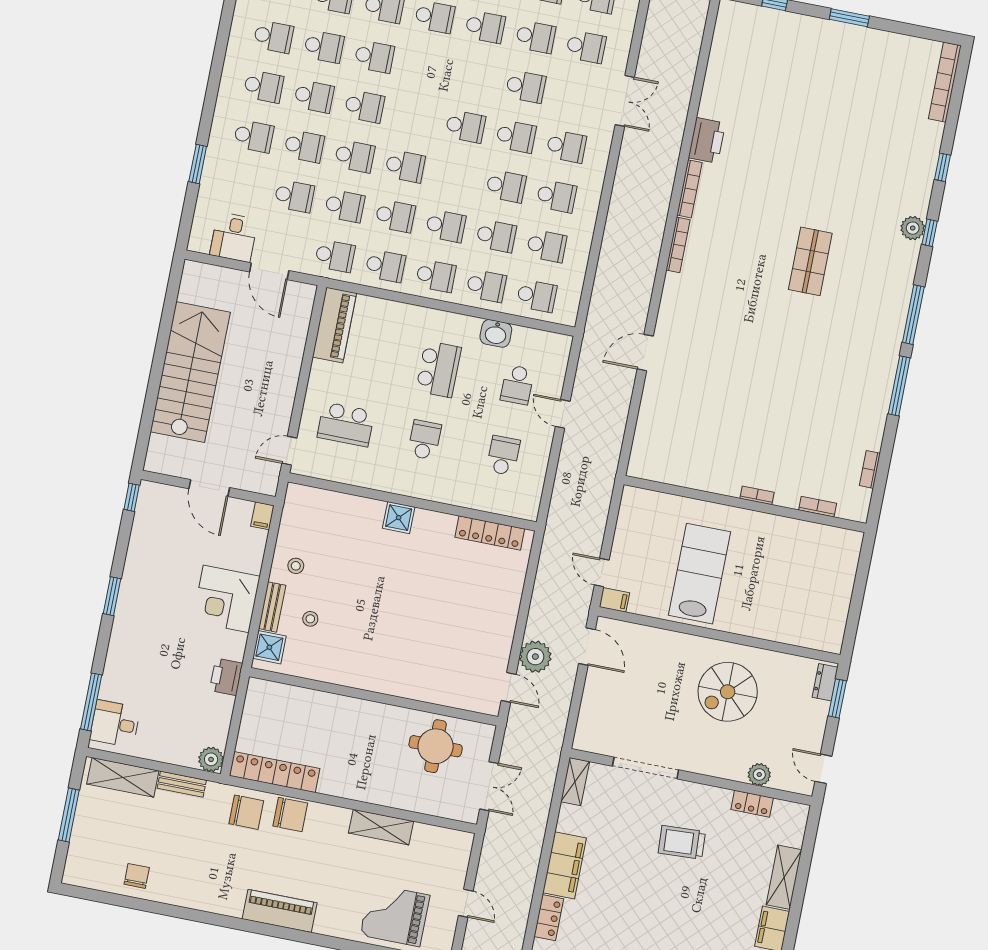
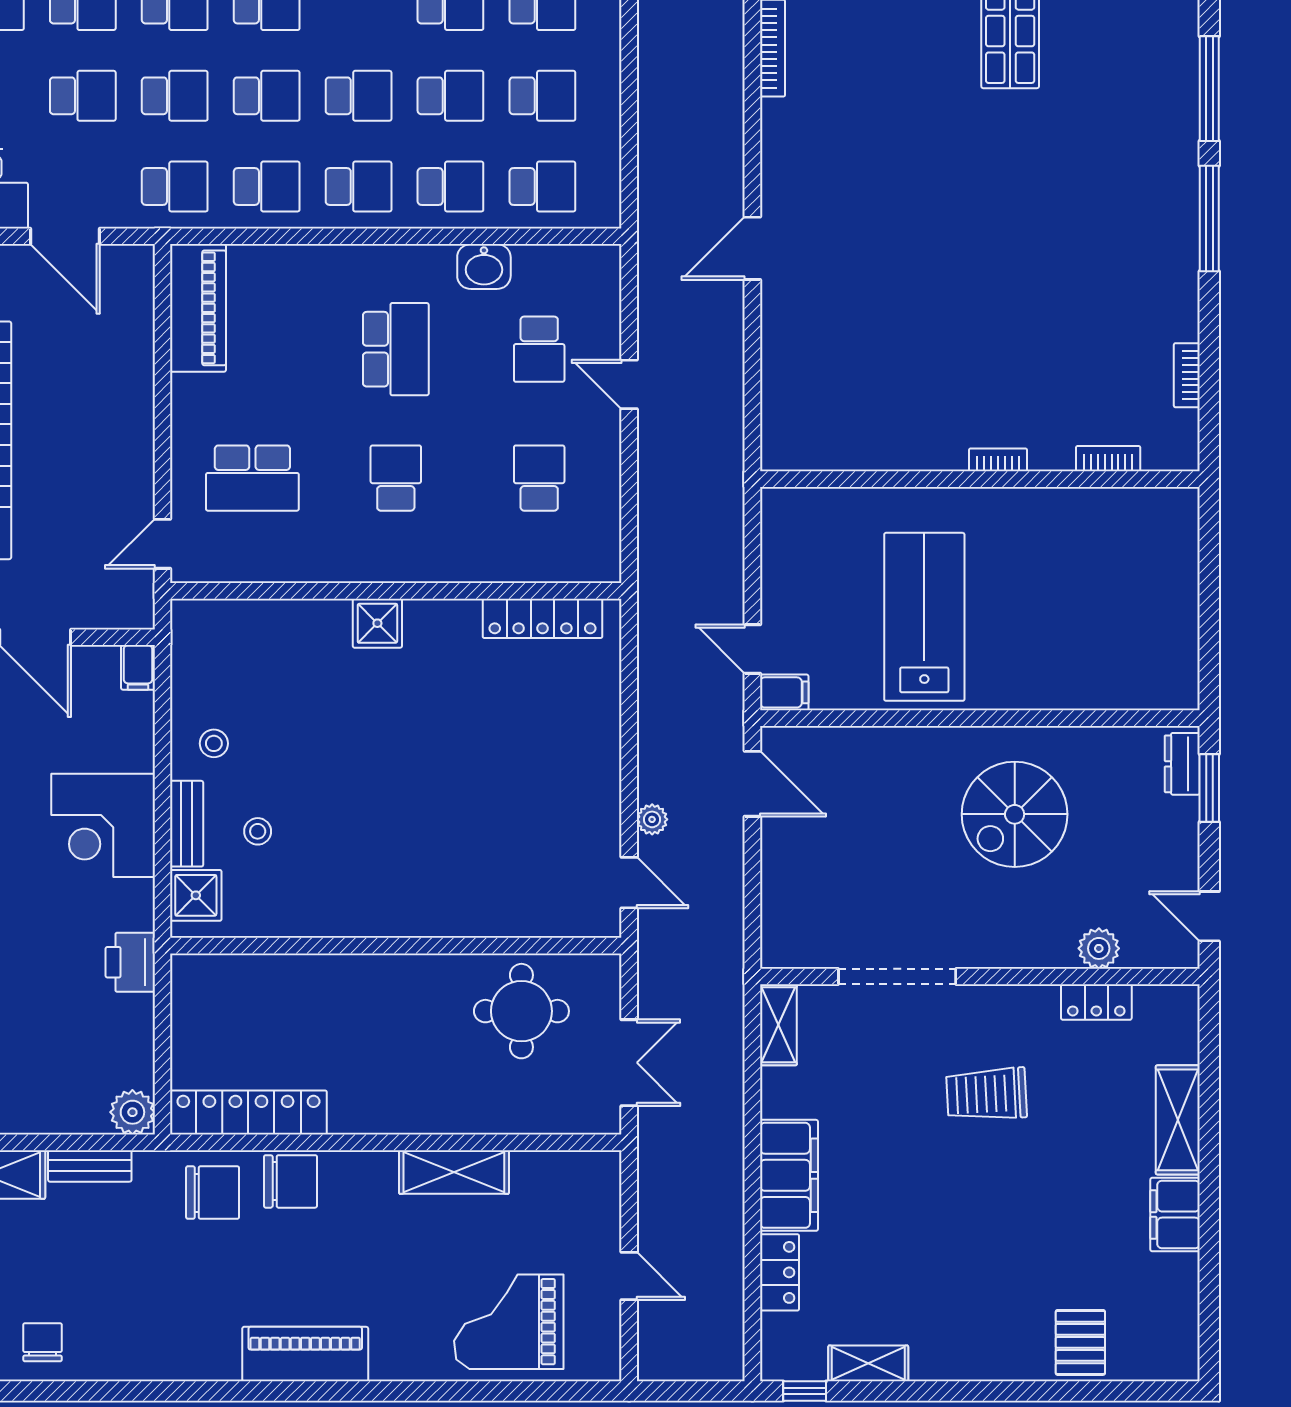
plant: (535, 657) -> (652, 819), width x0.53, depth x0.53

